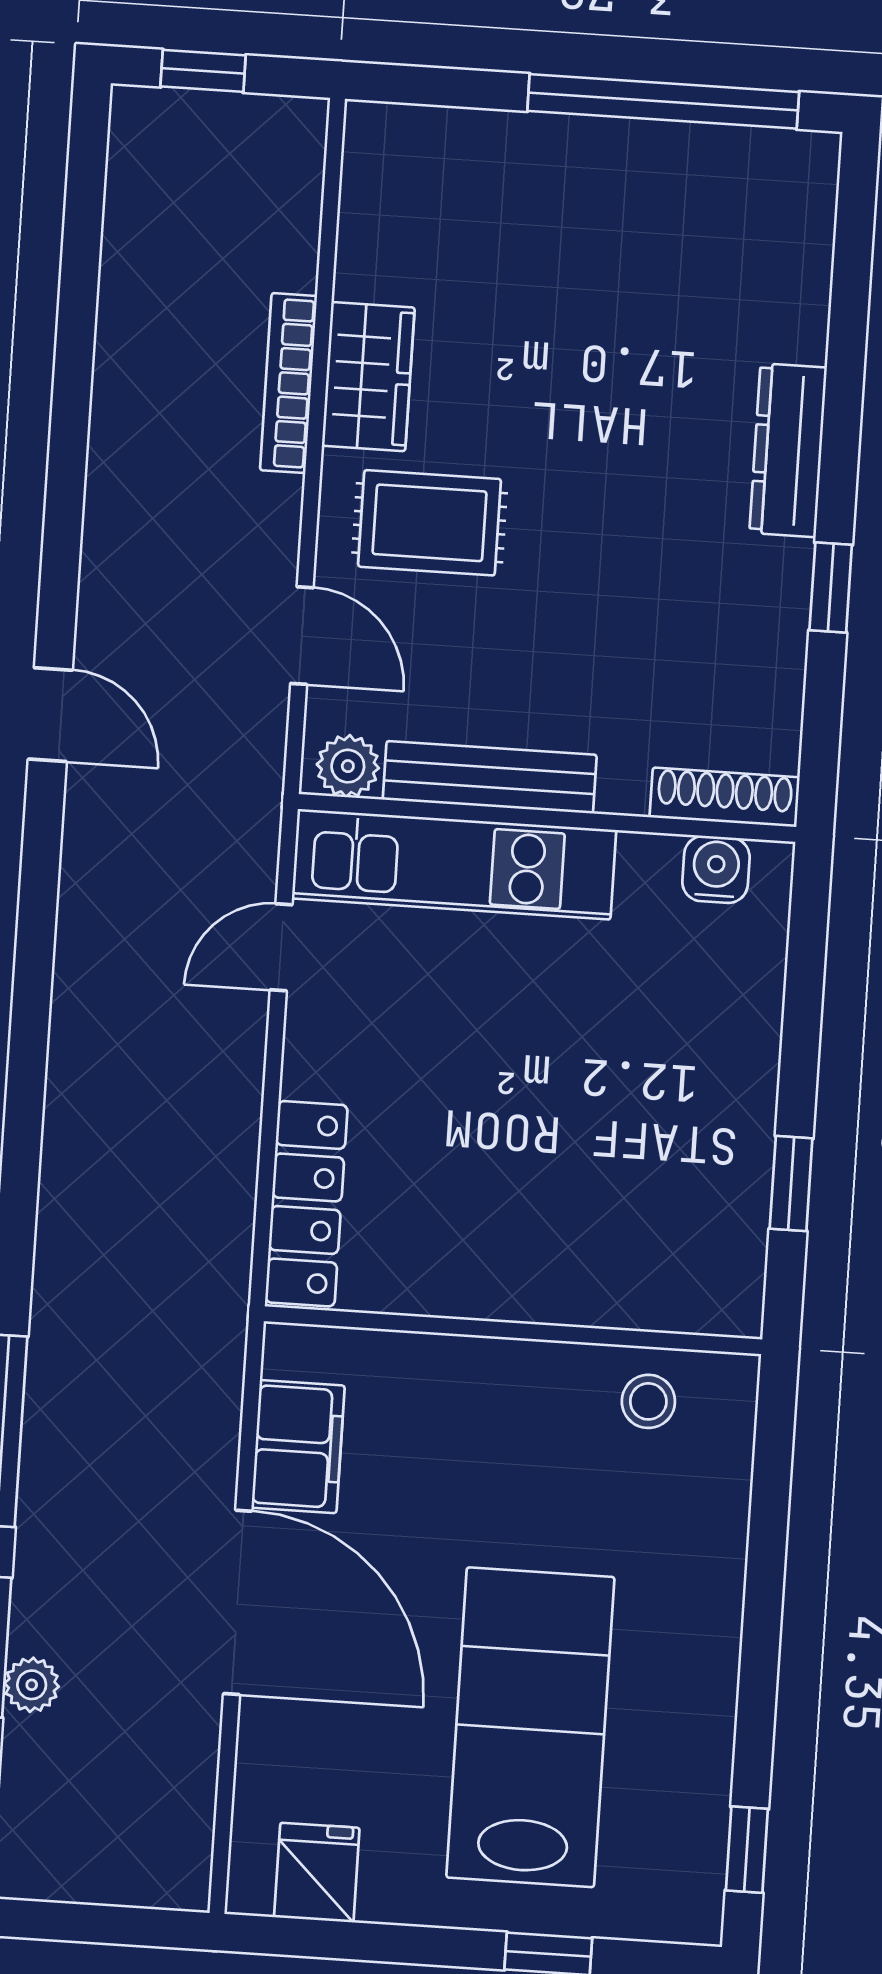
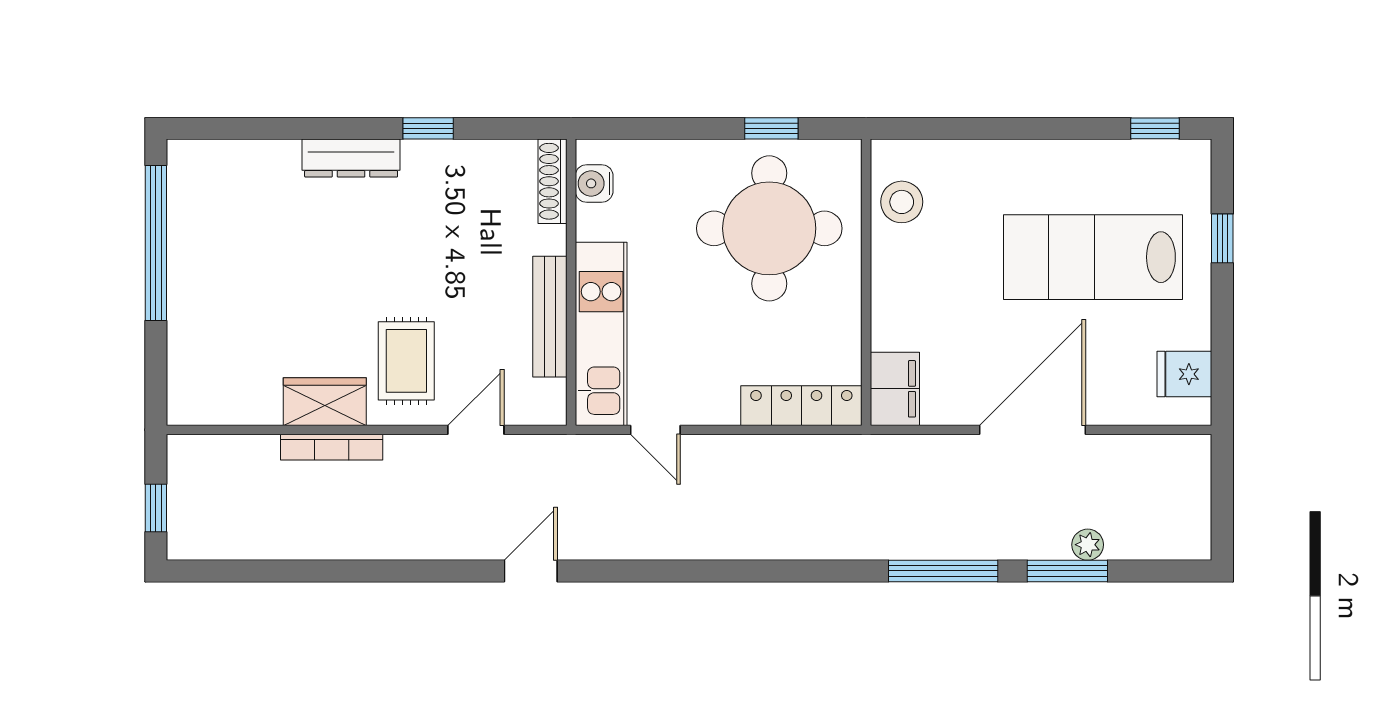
plant: (348, 766) -> (549, 398), removed
round table: (618, 1168) -> (769, 228), added
stool: (648, 1401) -> (902, 202), width x1.37, depth x1.37
filing cabinet: (298, 1447) -> (895, 389), moved, turned 90

